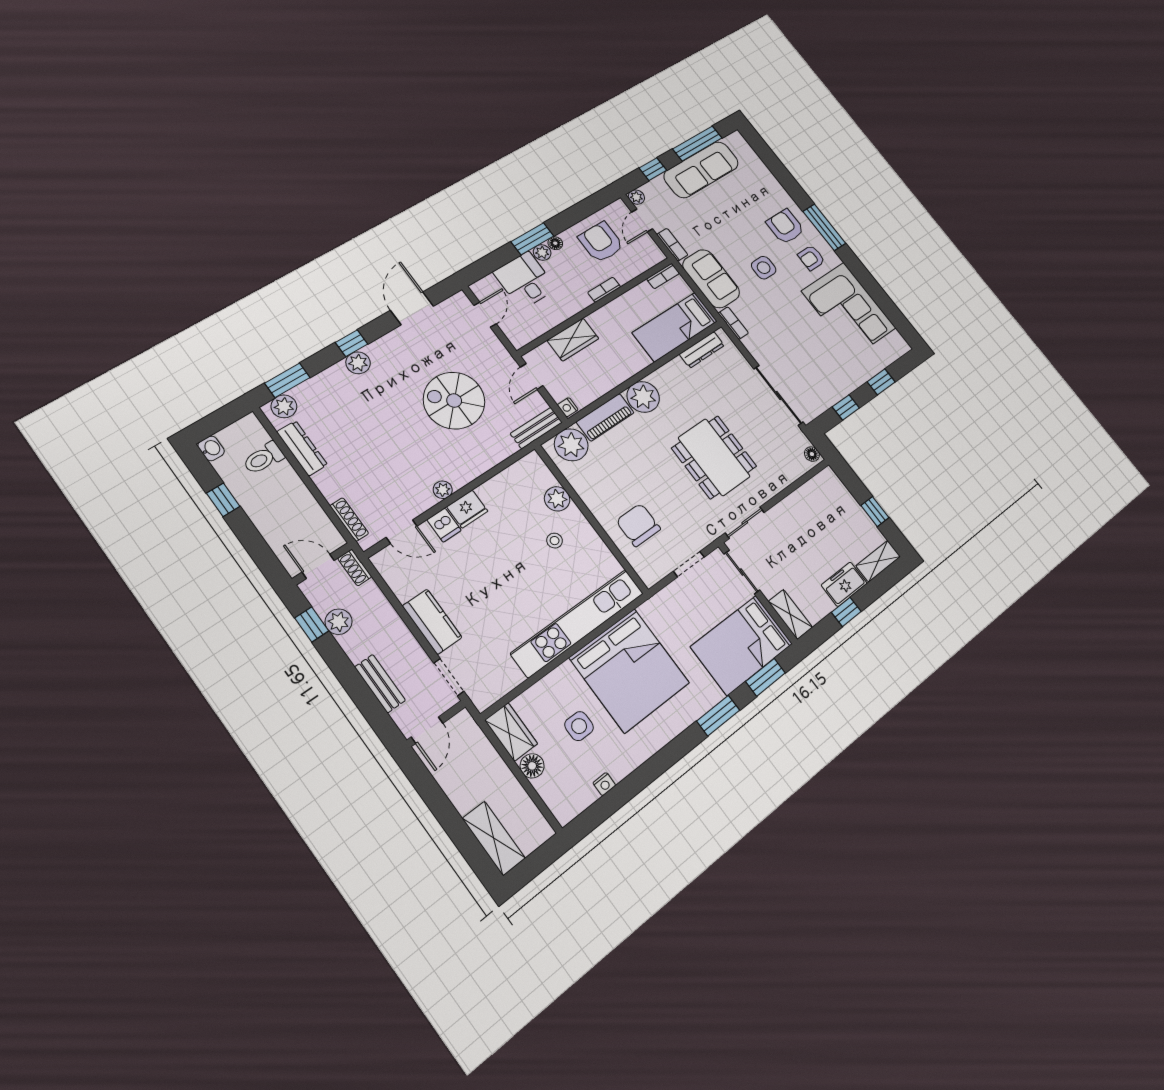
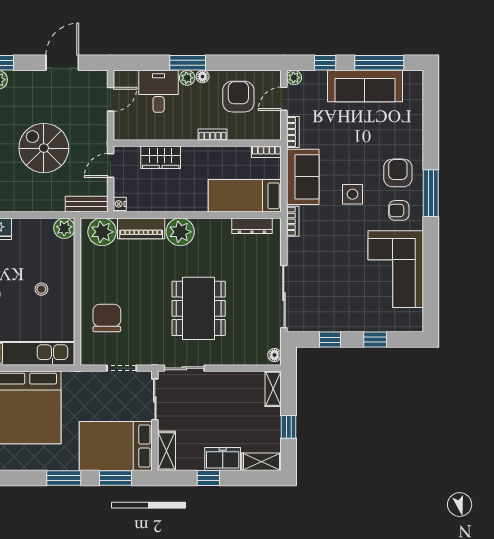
shelving: (835, 486) -> (273, 389), added
plant: (557, 499) -> (64, 228), moved

